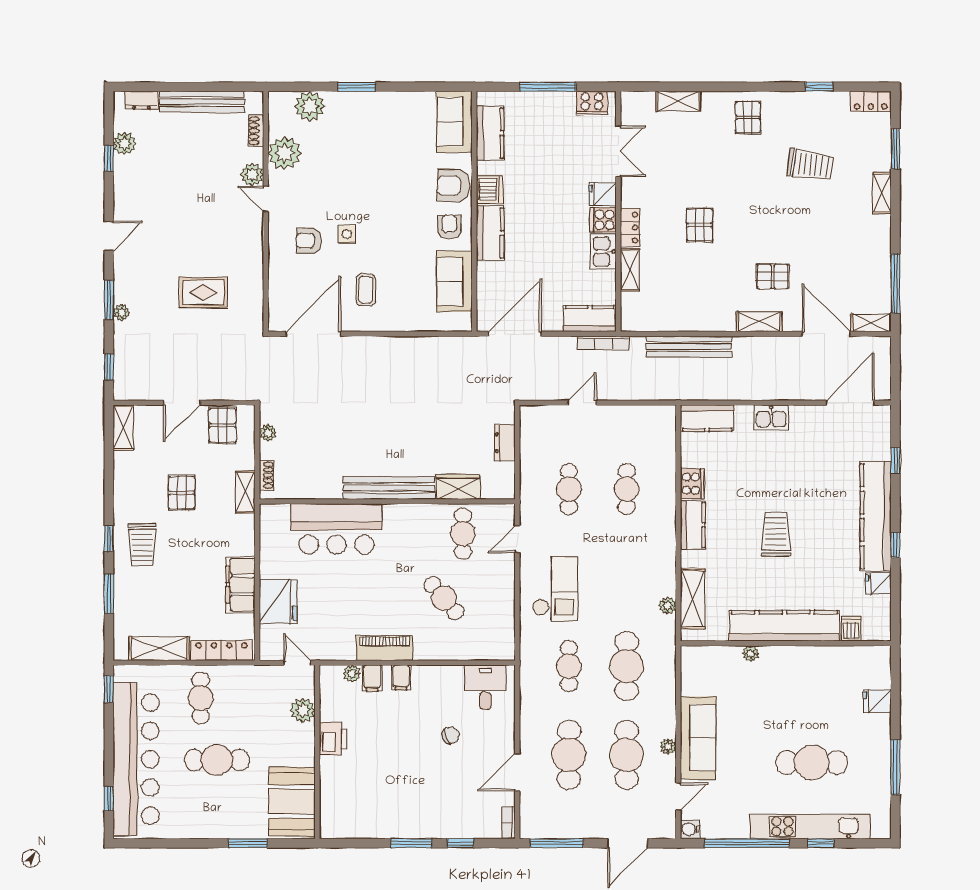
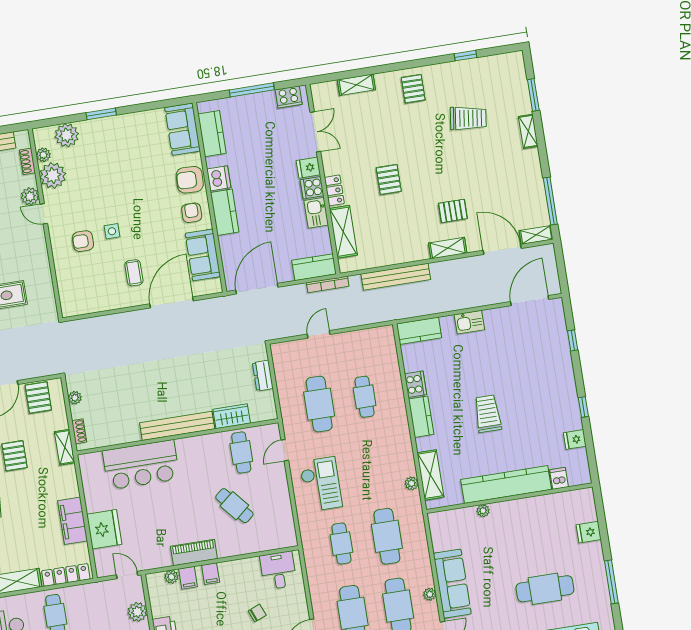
locker: (871, 101) -> (508, 61), removed
plant: (277, 126) -> (43, 155), added
shelving: (630, 270) -> (343, 232), width x1.50, depth x1.33
door: (313, 334) -> (172, 302), moved
cafe table: (569, 489) -> (319, 404), width x1.37, depth x1.35
kitchen counter: (876, 516) -> (564, 387), removed

